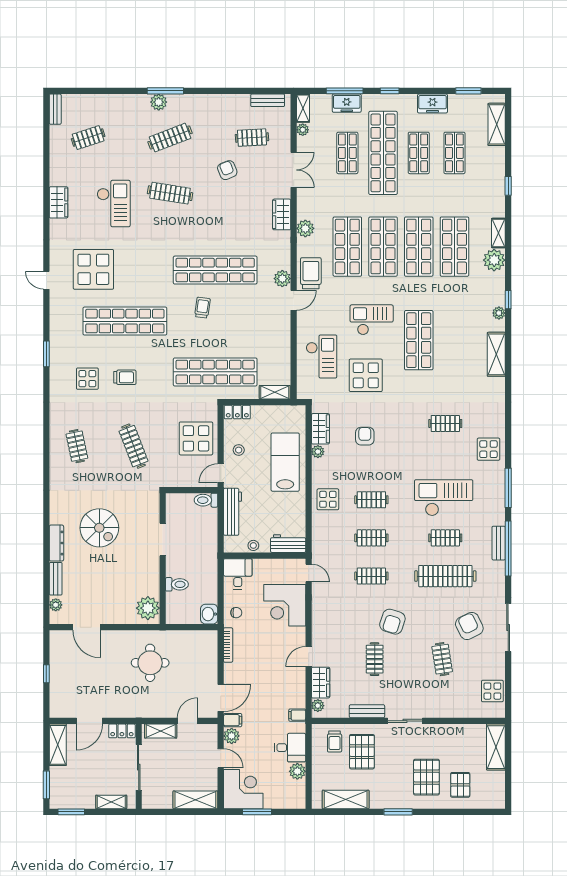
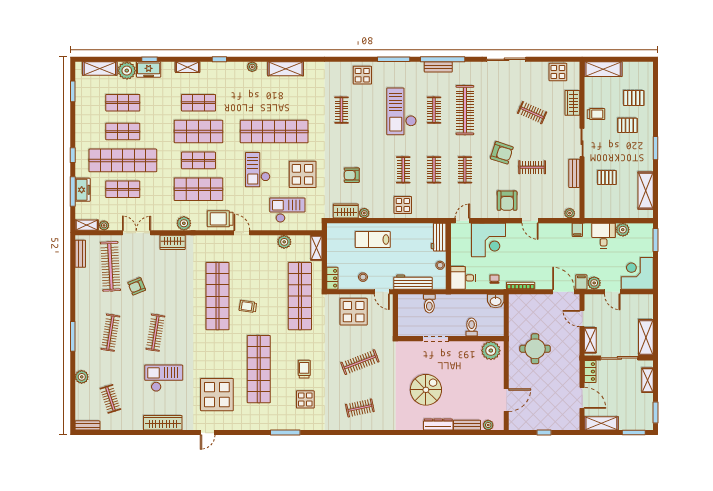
plant: (159, 102) -> (82, 377), moved
freezer: (432, 104) -> (149, 69), moved, turned 90
clothes rail: (170, 138) -> (110, 333), turned 30
clothes rail: (252, 138) -> (110, 266), width x1.86, depth x1.31
wardrobe: (59, 202) -> (163, 423), width x1.50
shop shelf: (383, 247) -> (199, 160), width x0.70, depth x0.74
shop shelf: (454, 247) -> (199, 103), width x0.70, depth x0.74
plant: (494, 260) -> (127, 71), moved
plant: (282, 279) -> (284, 242), moved
door: (46, 280) -> (208, 433), moved
window: (508, 300) -> (219, 59), moved
shop shelf: (419, 340) -> (274, 132), width x1.40
window: (46, 354) -> (285, 433), width x1.44
lab bench: (285, 462) -> (373, 240), width x0.73, depth x0.72
toilet: (206, 500) -> (429, 304), moved
armchair: (469, 626) -> (507, 201), moved, turned -64
clothes rail: (442, 659) -> (532, 113), turned 33
wardrobe: (321, 683) -> (572, 103), moved, turned -90
trolley: (335, 742) -> (596, 114), moved
pallet: (362, 752) -> (607, 178), width x0.67, depth x0.71
door: (221, 758) -> (612, 292), swing flipped
pallet: (426, 777) -> (627, 125), width x0.67, depth x0.71
shelving: (195, 800) -> (646, 337), moved
window: (257, 812) -> (655, 240), moved

